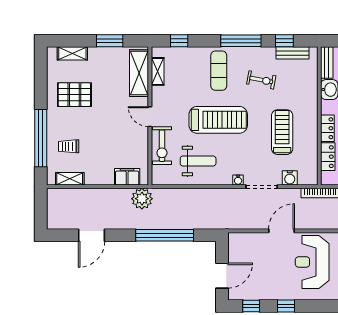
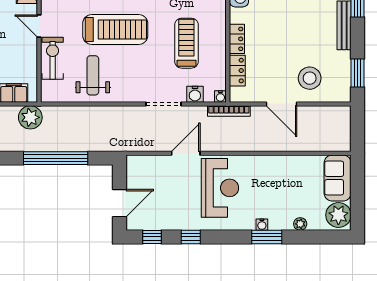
exercise bike: (162, 146) -> (53, 58), turned 180
weight bench: (198, 161) -> (93, 75), turned -90
water cooler: (238, 180) -> (220, 97), moved
reception desk: (312, 262) -> (220, 188), turned 180

